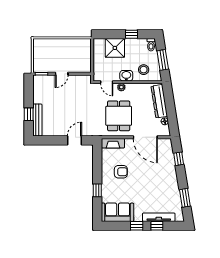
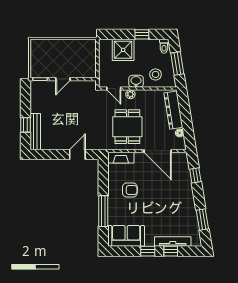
window: (97, 190) -> (103, 211), width x2.17

